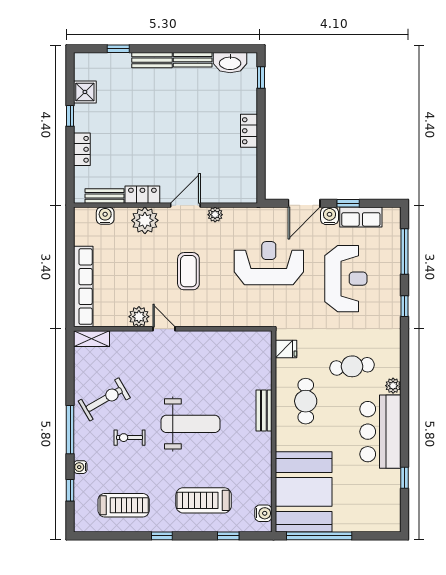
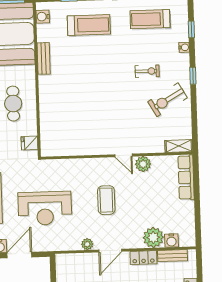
plant: (145, 220) -> (153, 237), moved
row of seats: (83, 287) -> (186, 177), width x0.73
bench: (264, 410) -> (44, 58), moved
weight bench: (191, 424) -> (101, 83), removed
window: (70, 430) -> (193, 76), width x0.46

